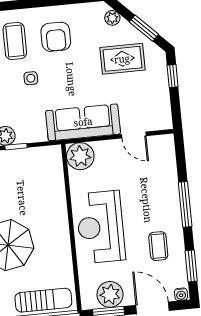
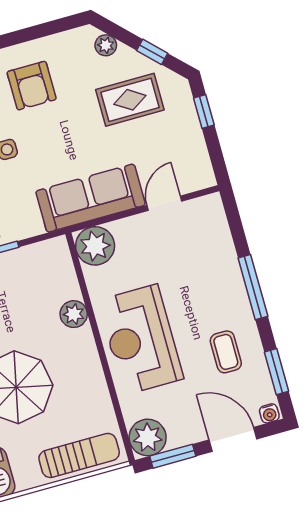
window: (144, 28) -> (152, 52), width x0.67
door: (134, 135) -> (164, 203), swing flipped
plant: (57, 201) -> (74, 314), added
plant: (110, 294) -> (148, 437), moved

